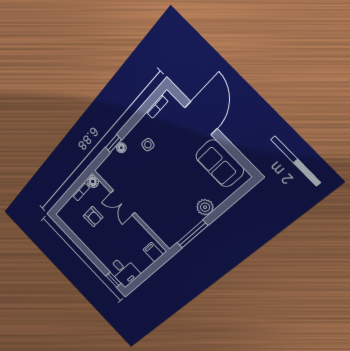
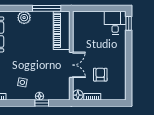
piano: (160, 226) -> (62, 30), added
filing cabinet: (153, 252) -> (82, 18), removed

